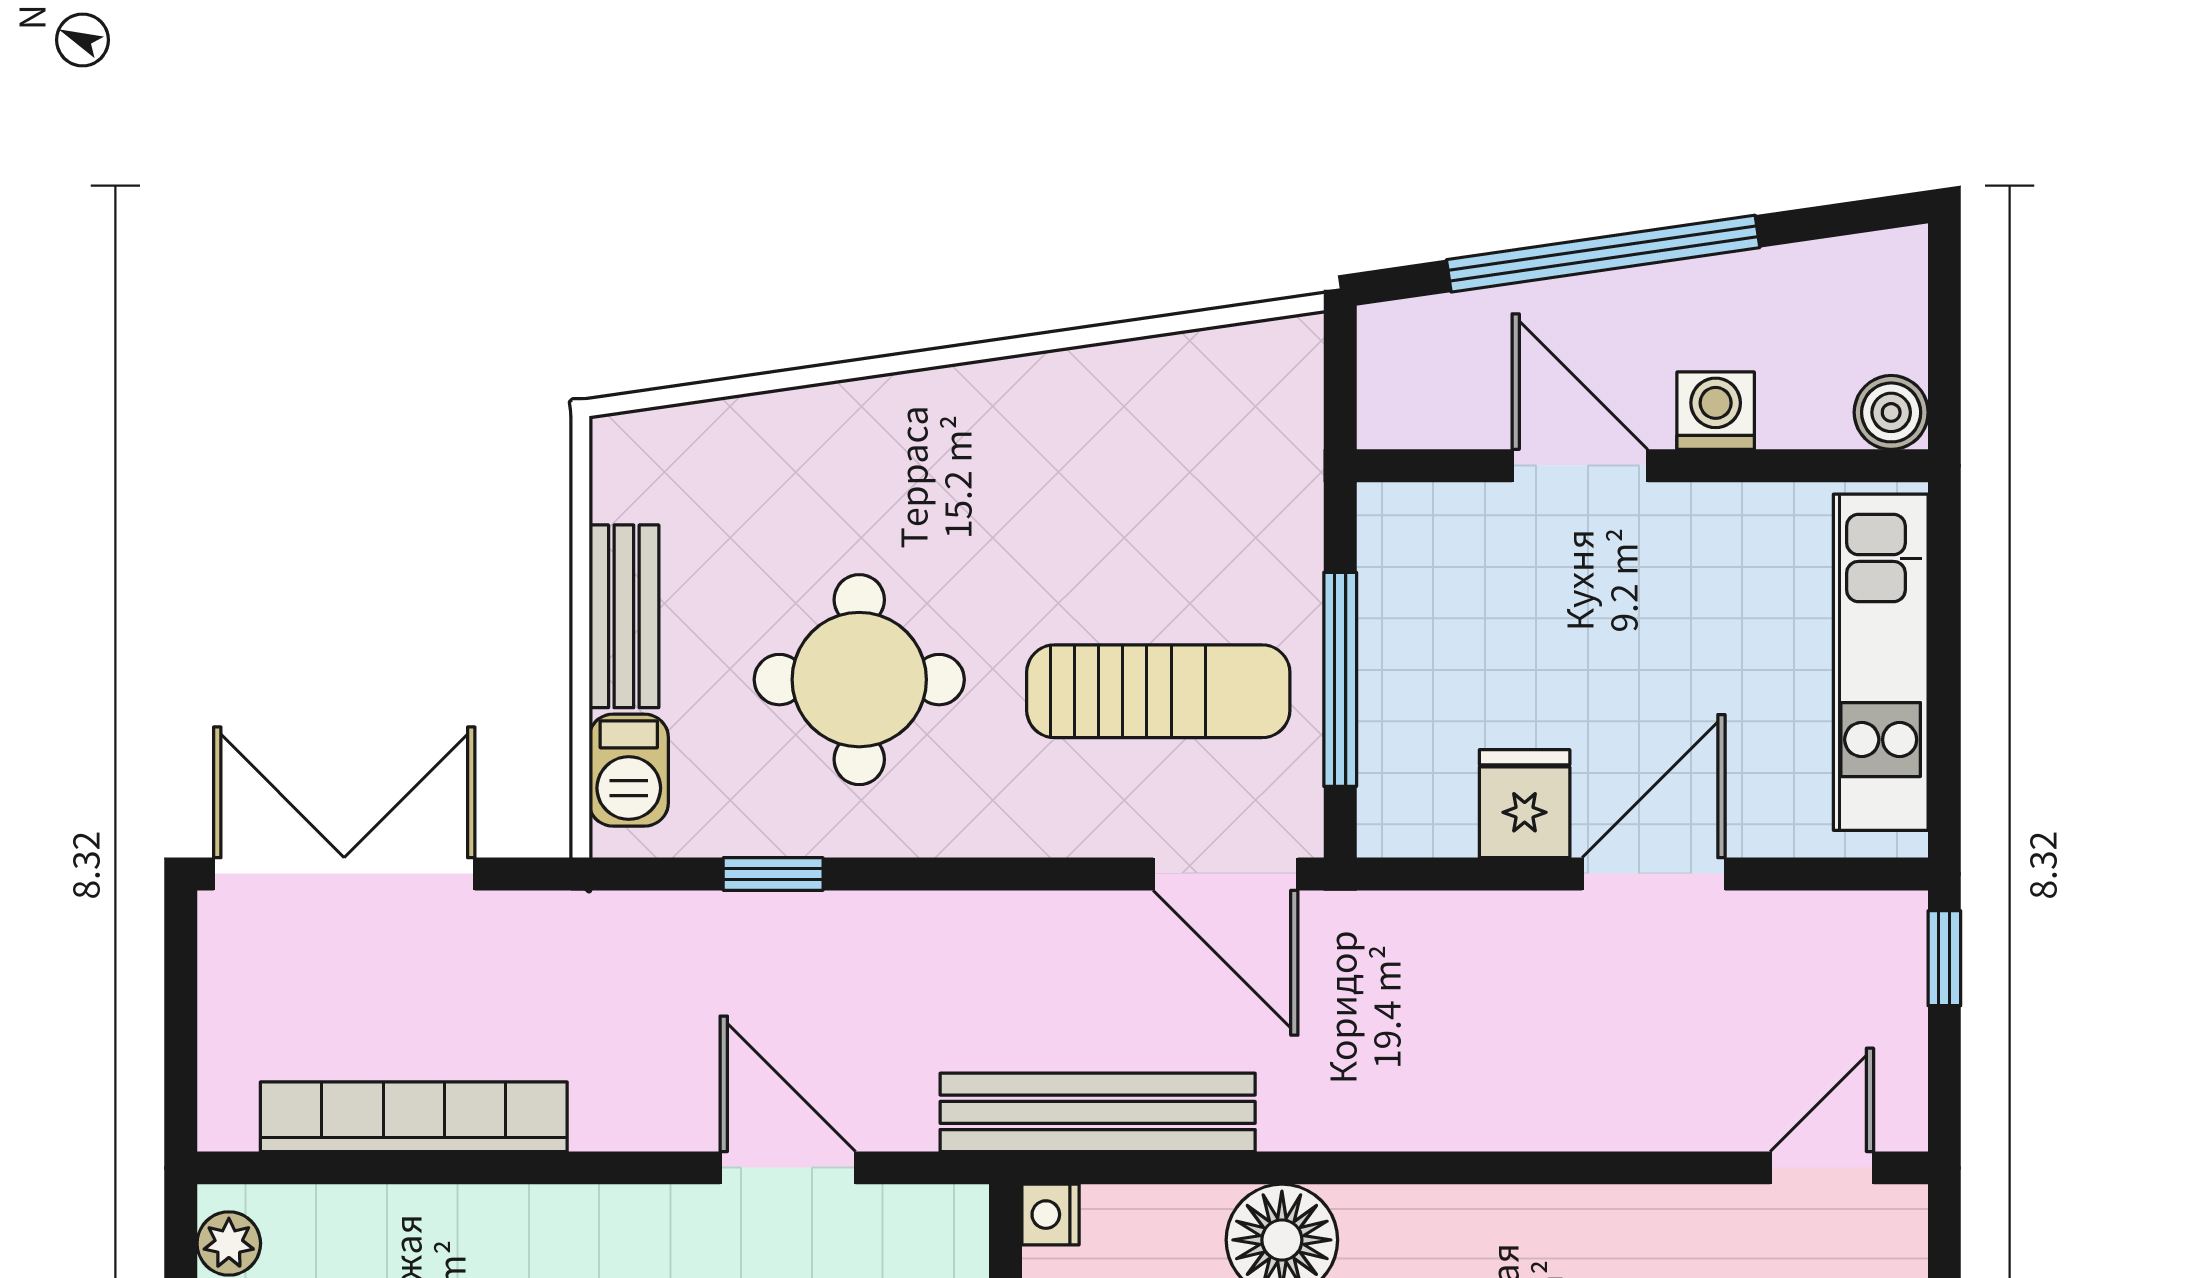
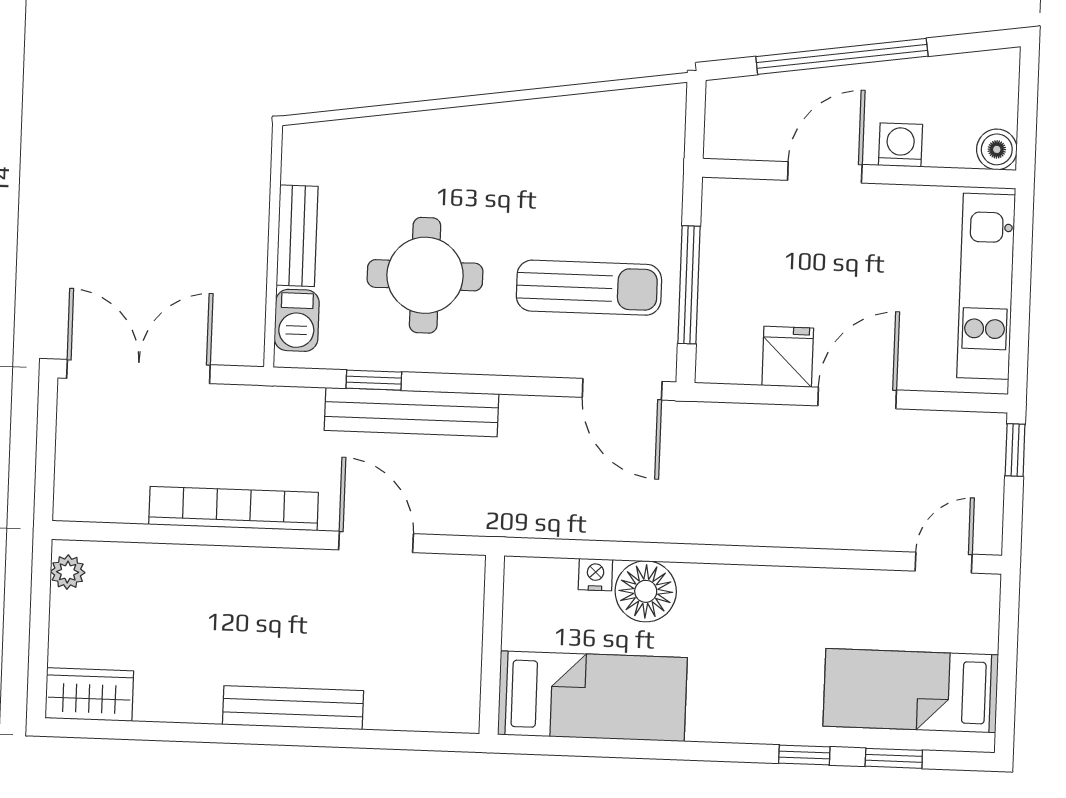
door: (1580, 466) -> (825, 172), hinge flipped
bench: (1098, 1112) -> (412, 412), moved
bookcase: (414, 1117) -> (234, 509), moved
nightstand: (1050, 1215) -> (595, 575), moved, turned 90

